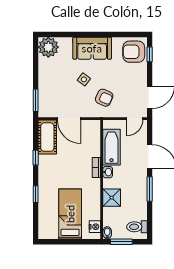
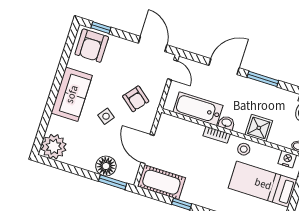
floor lamp: (46, 91) -> (106, 166), added
armchair: (104, 98) -> (136, 99), turned 105
door: (69, 119) -> (148, 149), swing flipped
stool: (92, 191) -> (244, 149), added

